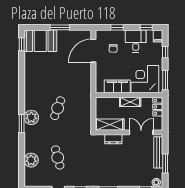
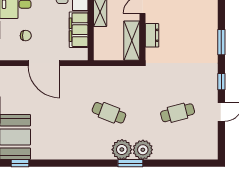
door: (93, 51) -> (44, 63), moved
plant: (31, 160) -> (143, 150), moved

